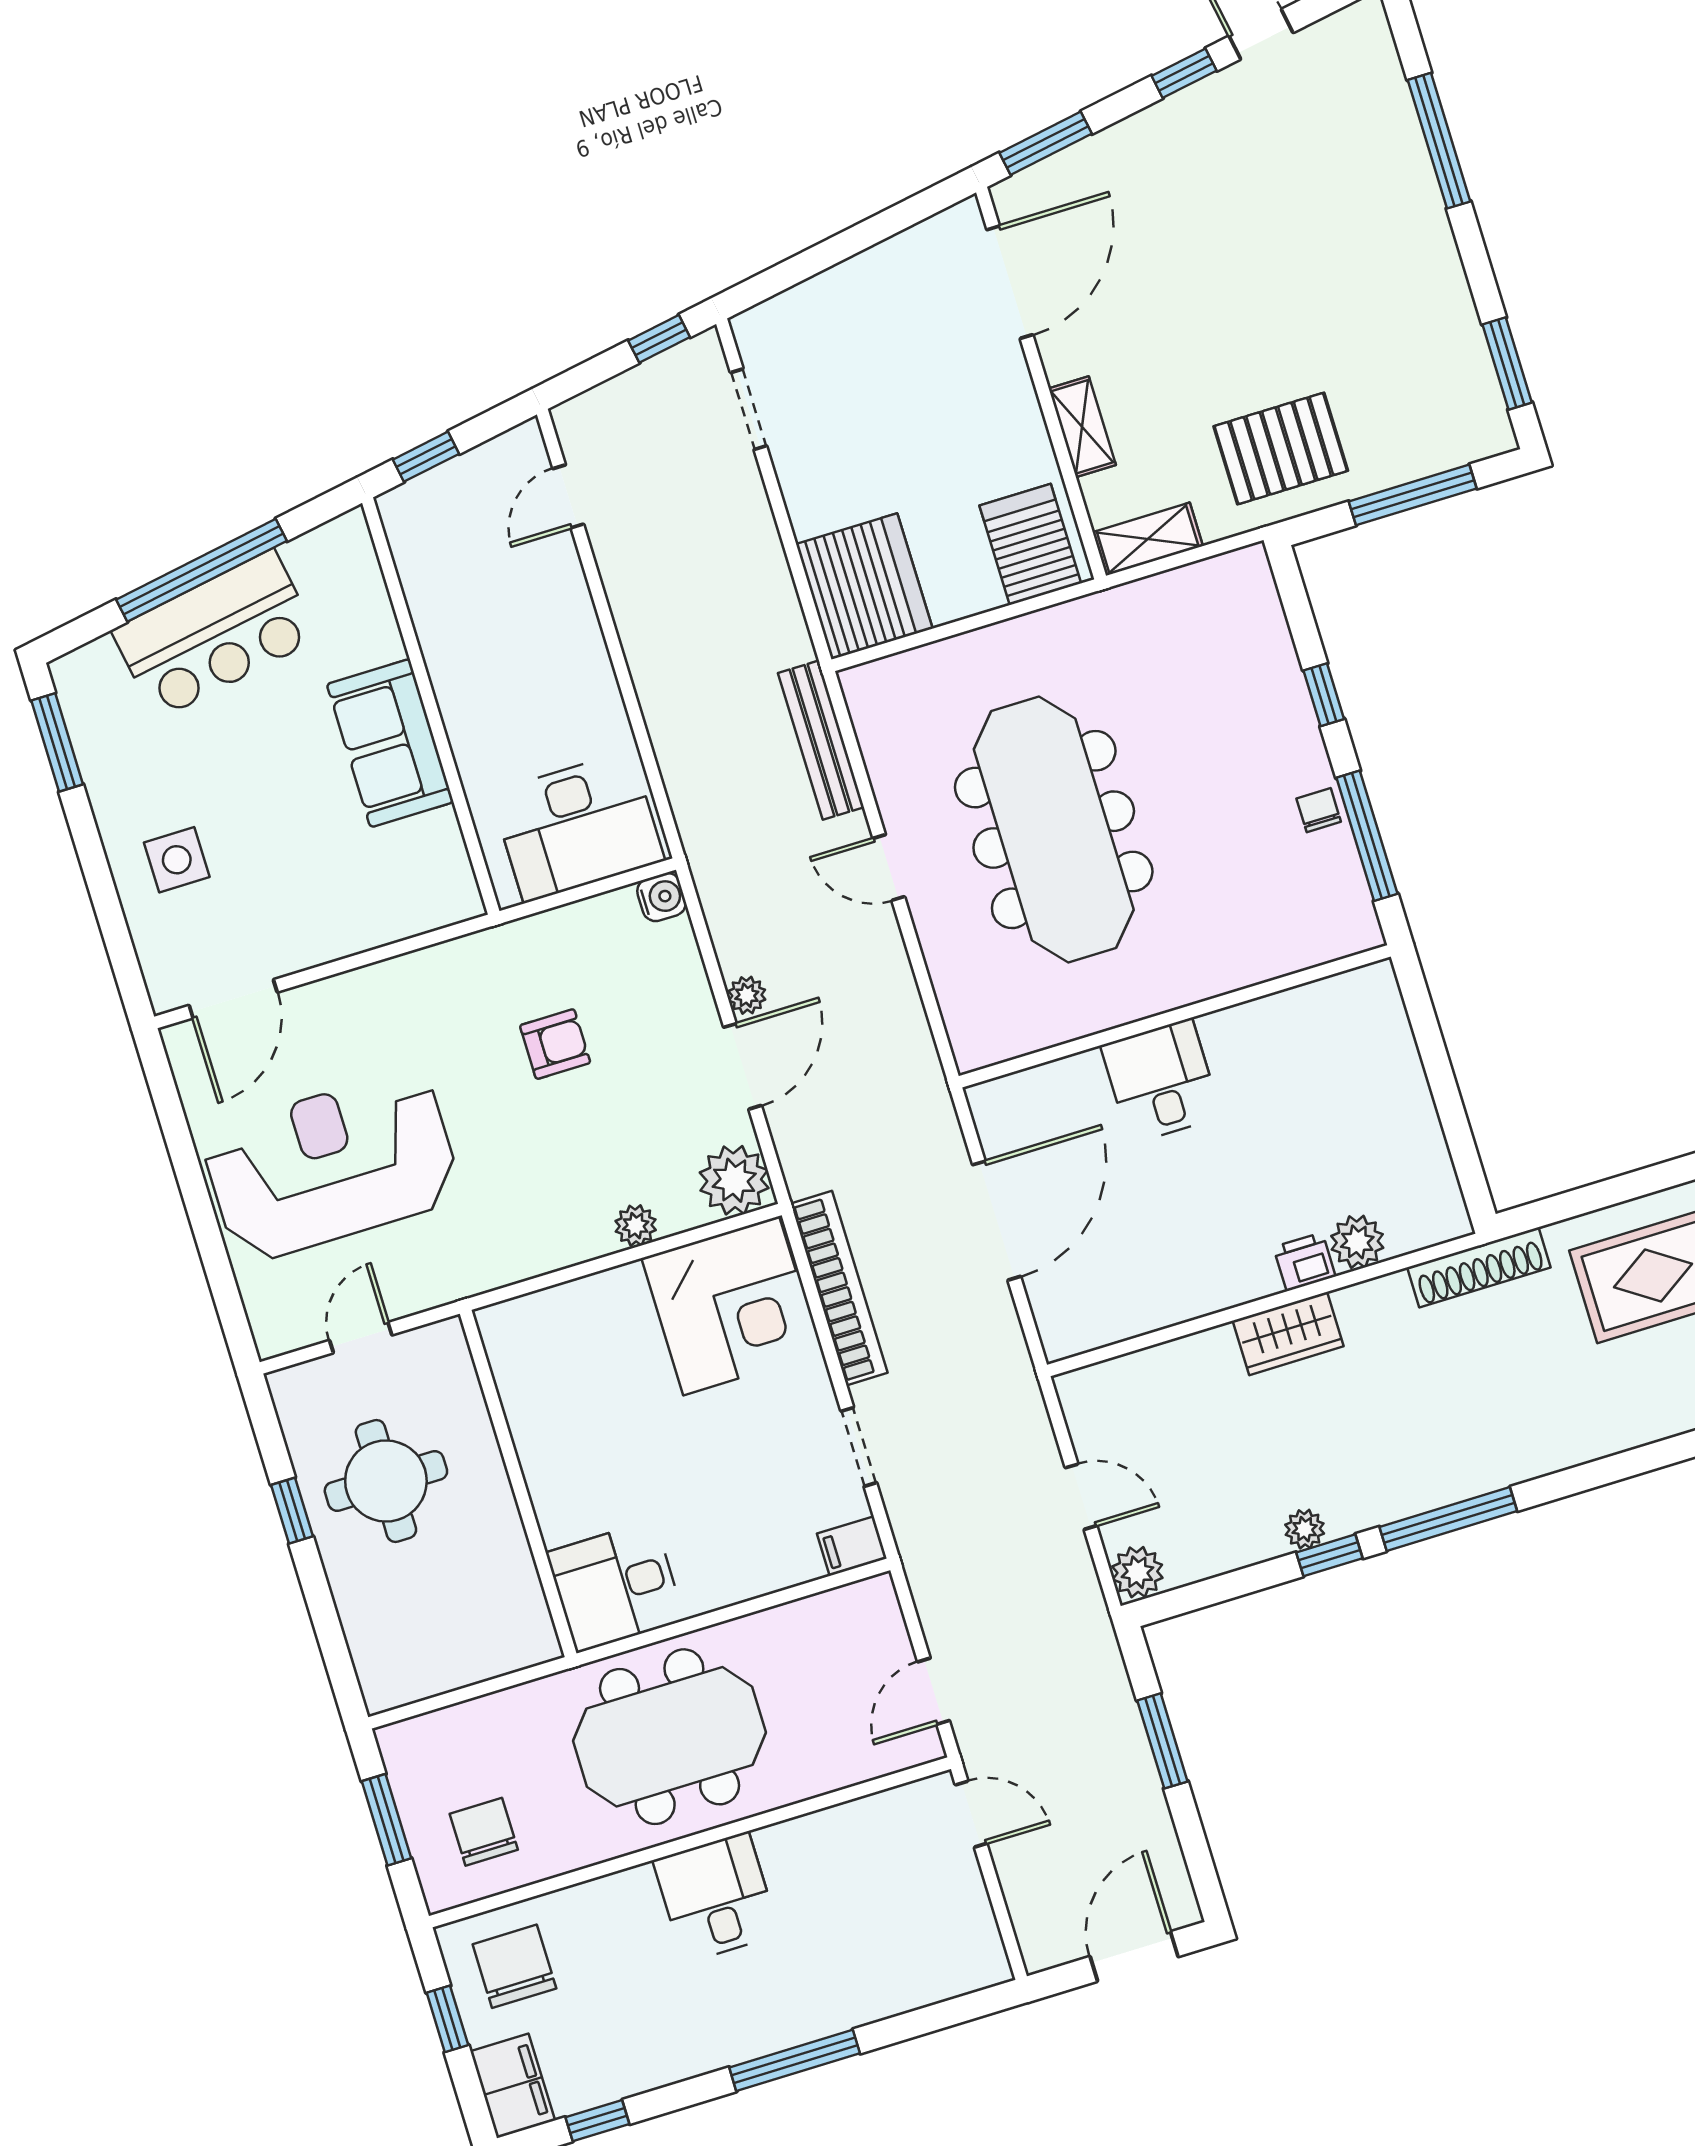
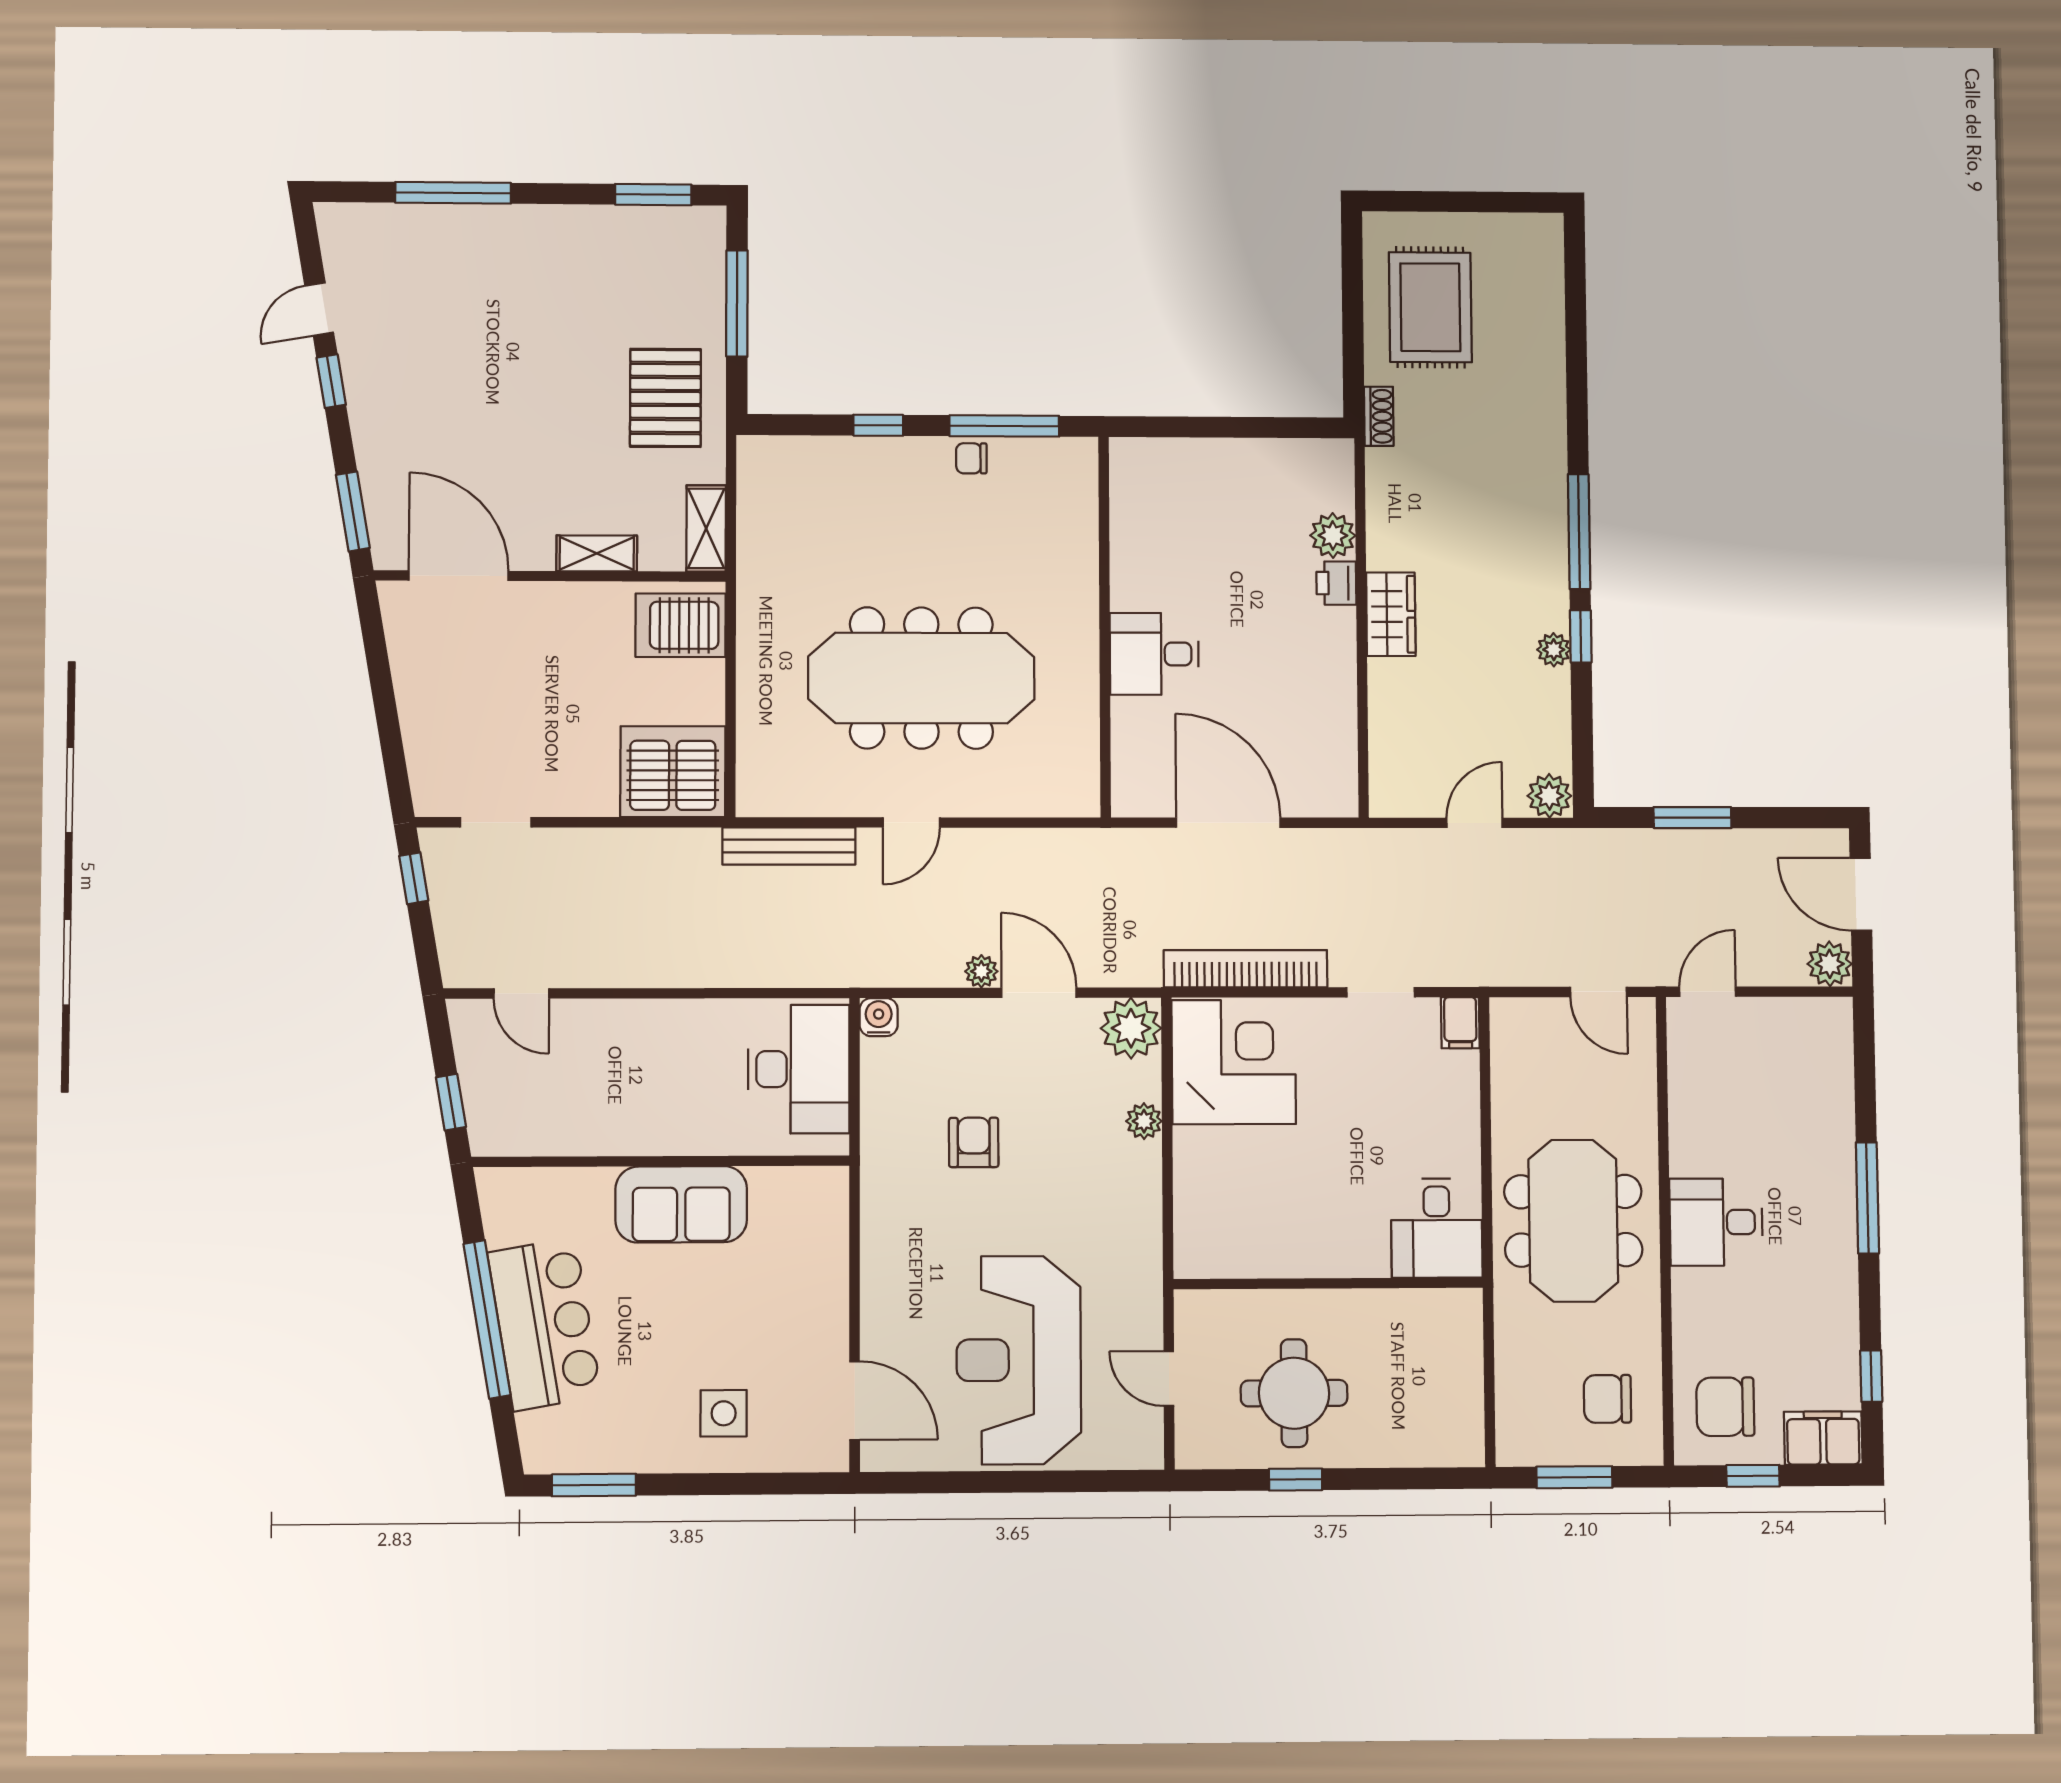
shoe rack: (1479, 1267) -> (1379, 416), width x0.51, depth x0.81
plant: (1044, 1943) -> (1830, 964), added

